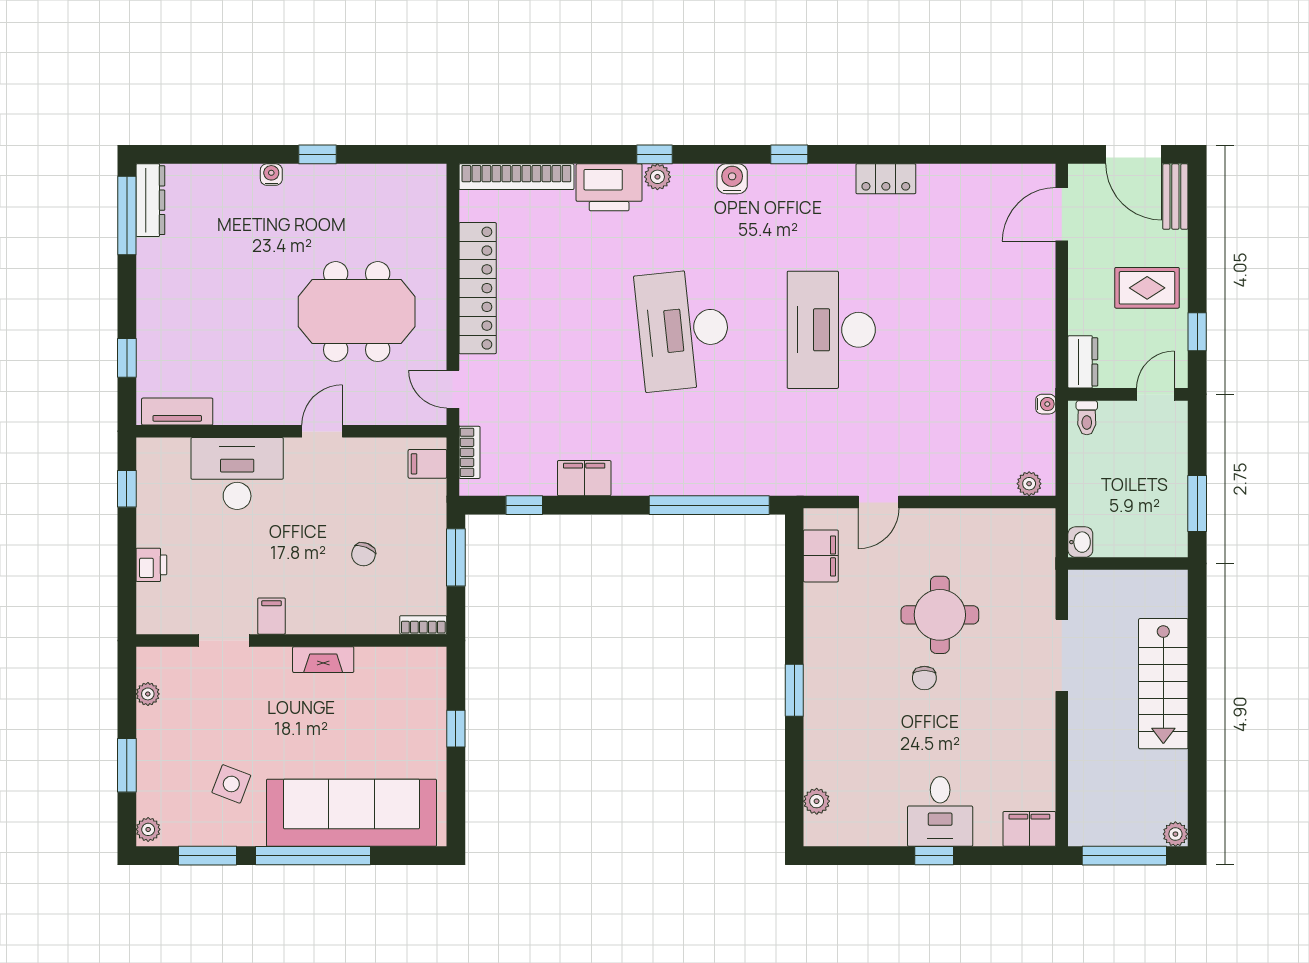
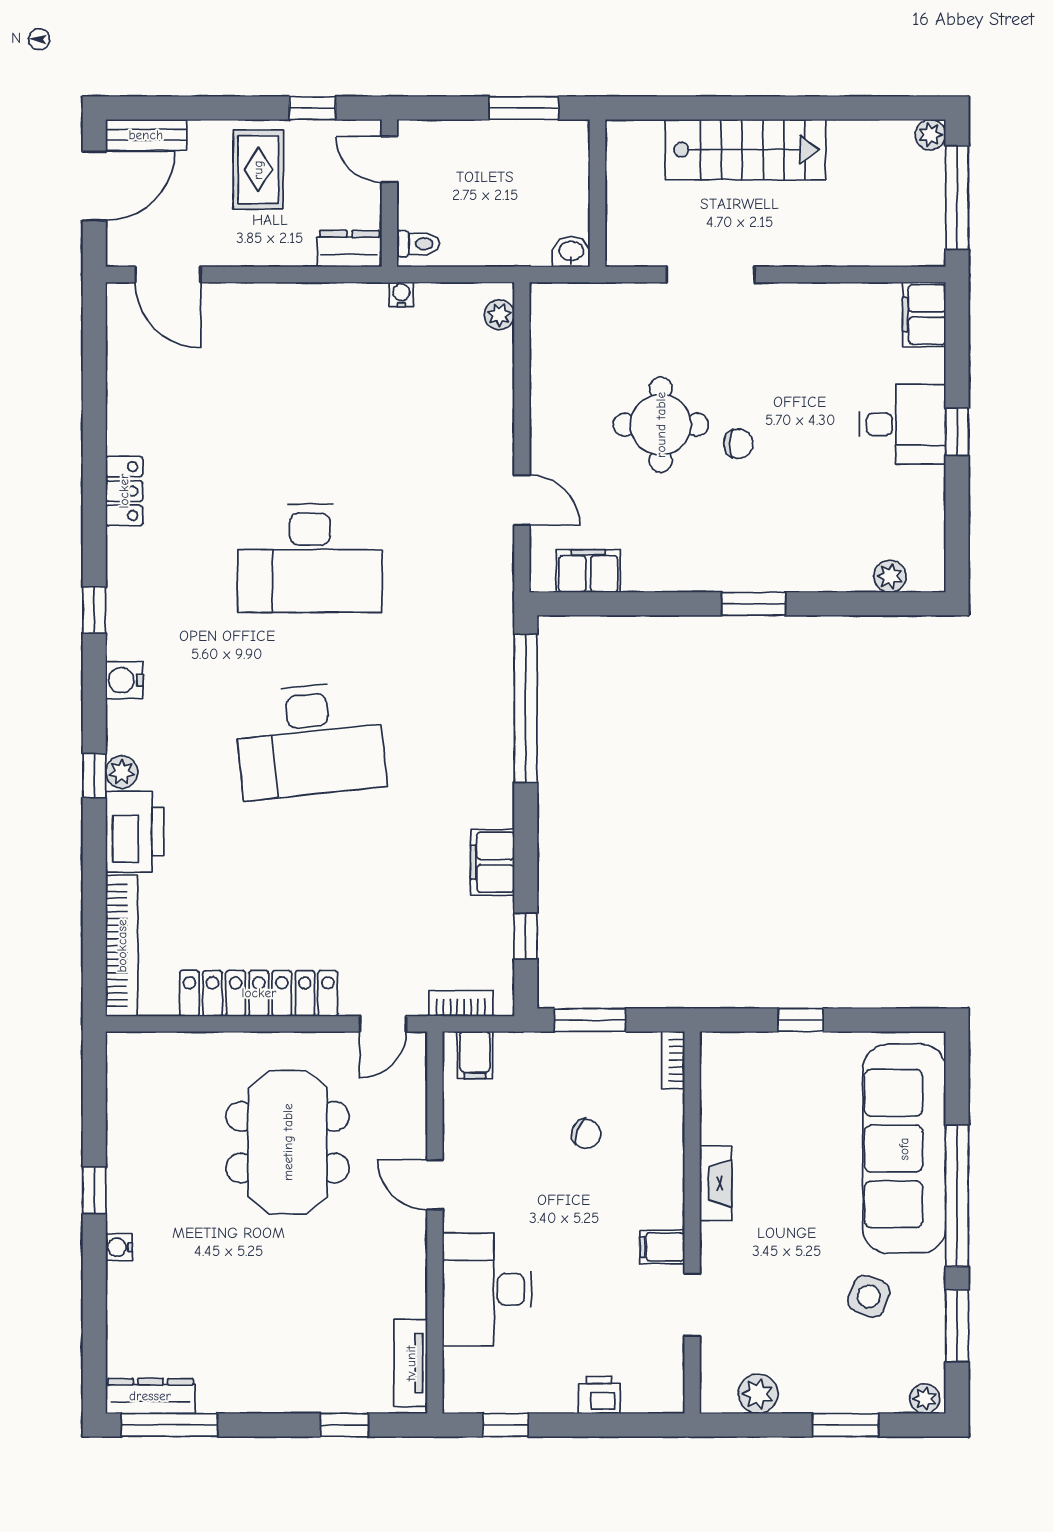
plant: (148, 694) -> (758, 1394), width x1.38, depth x1.38

